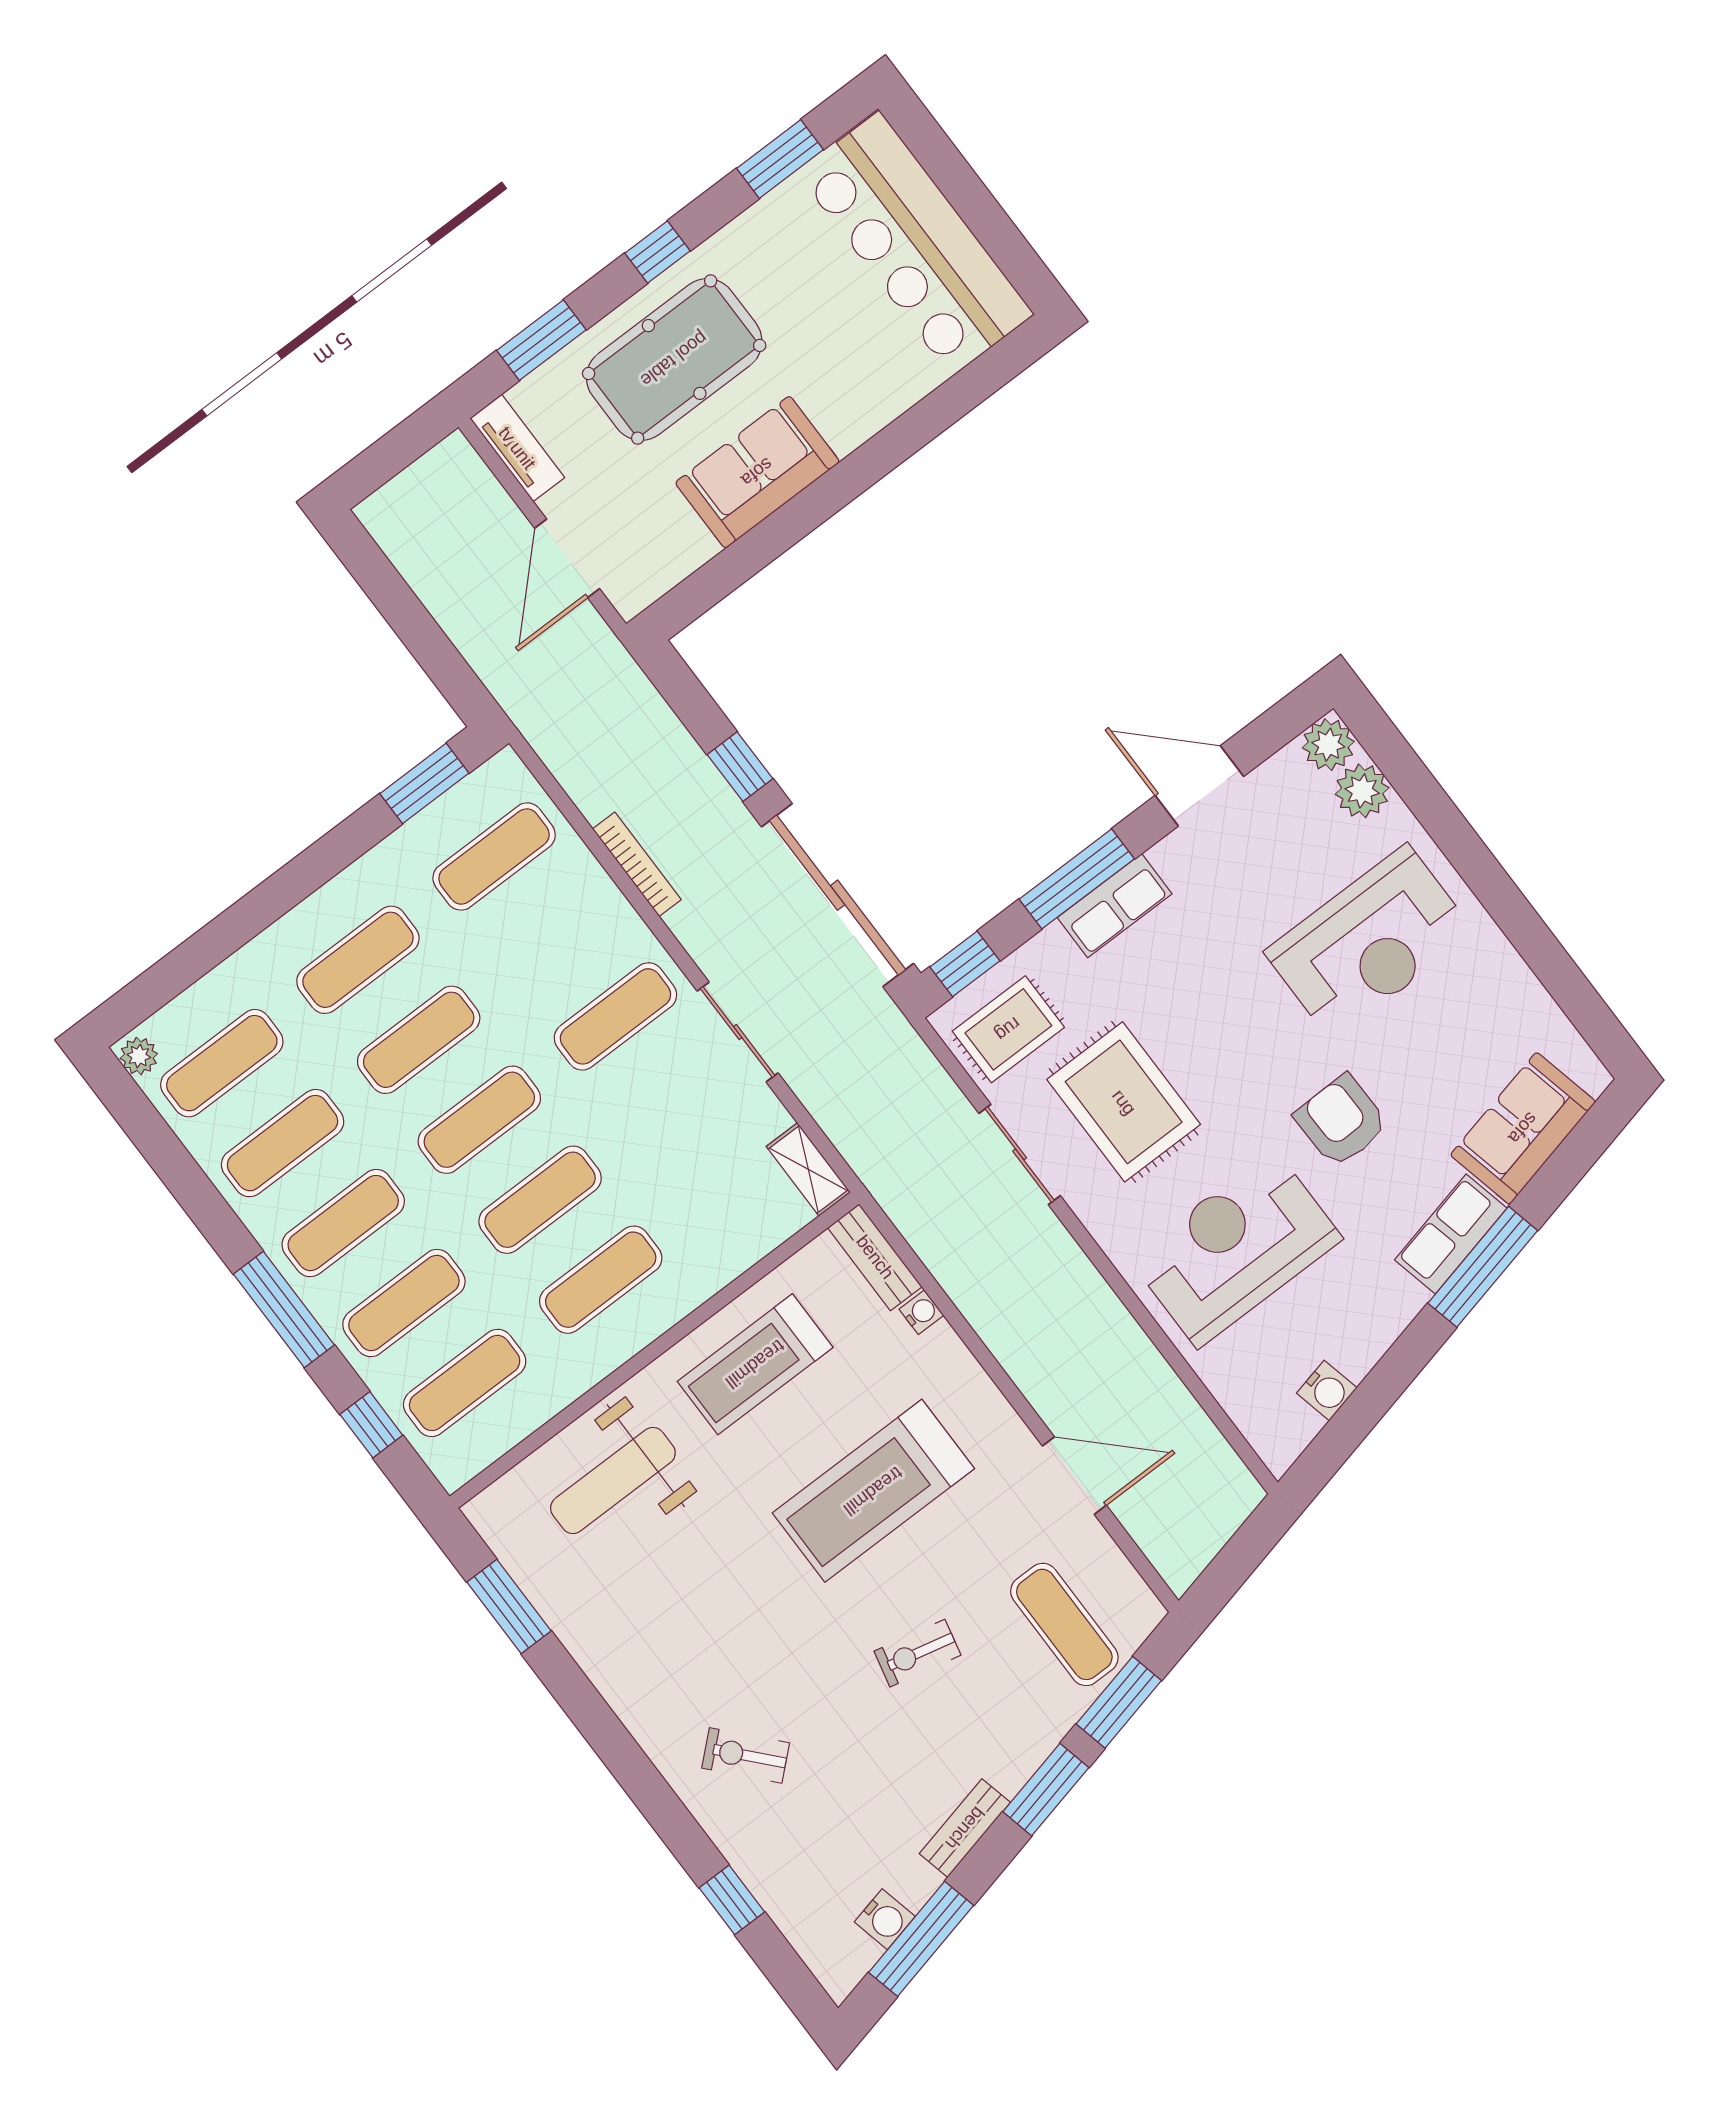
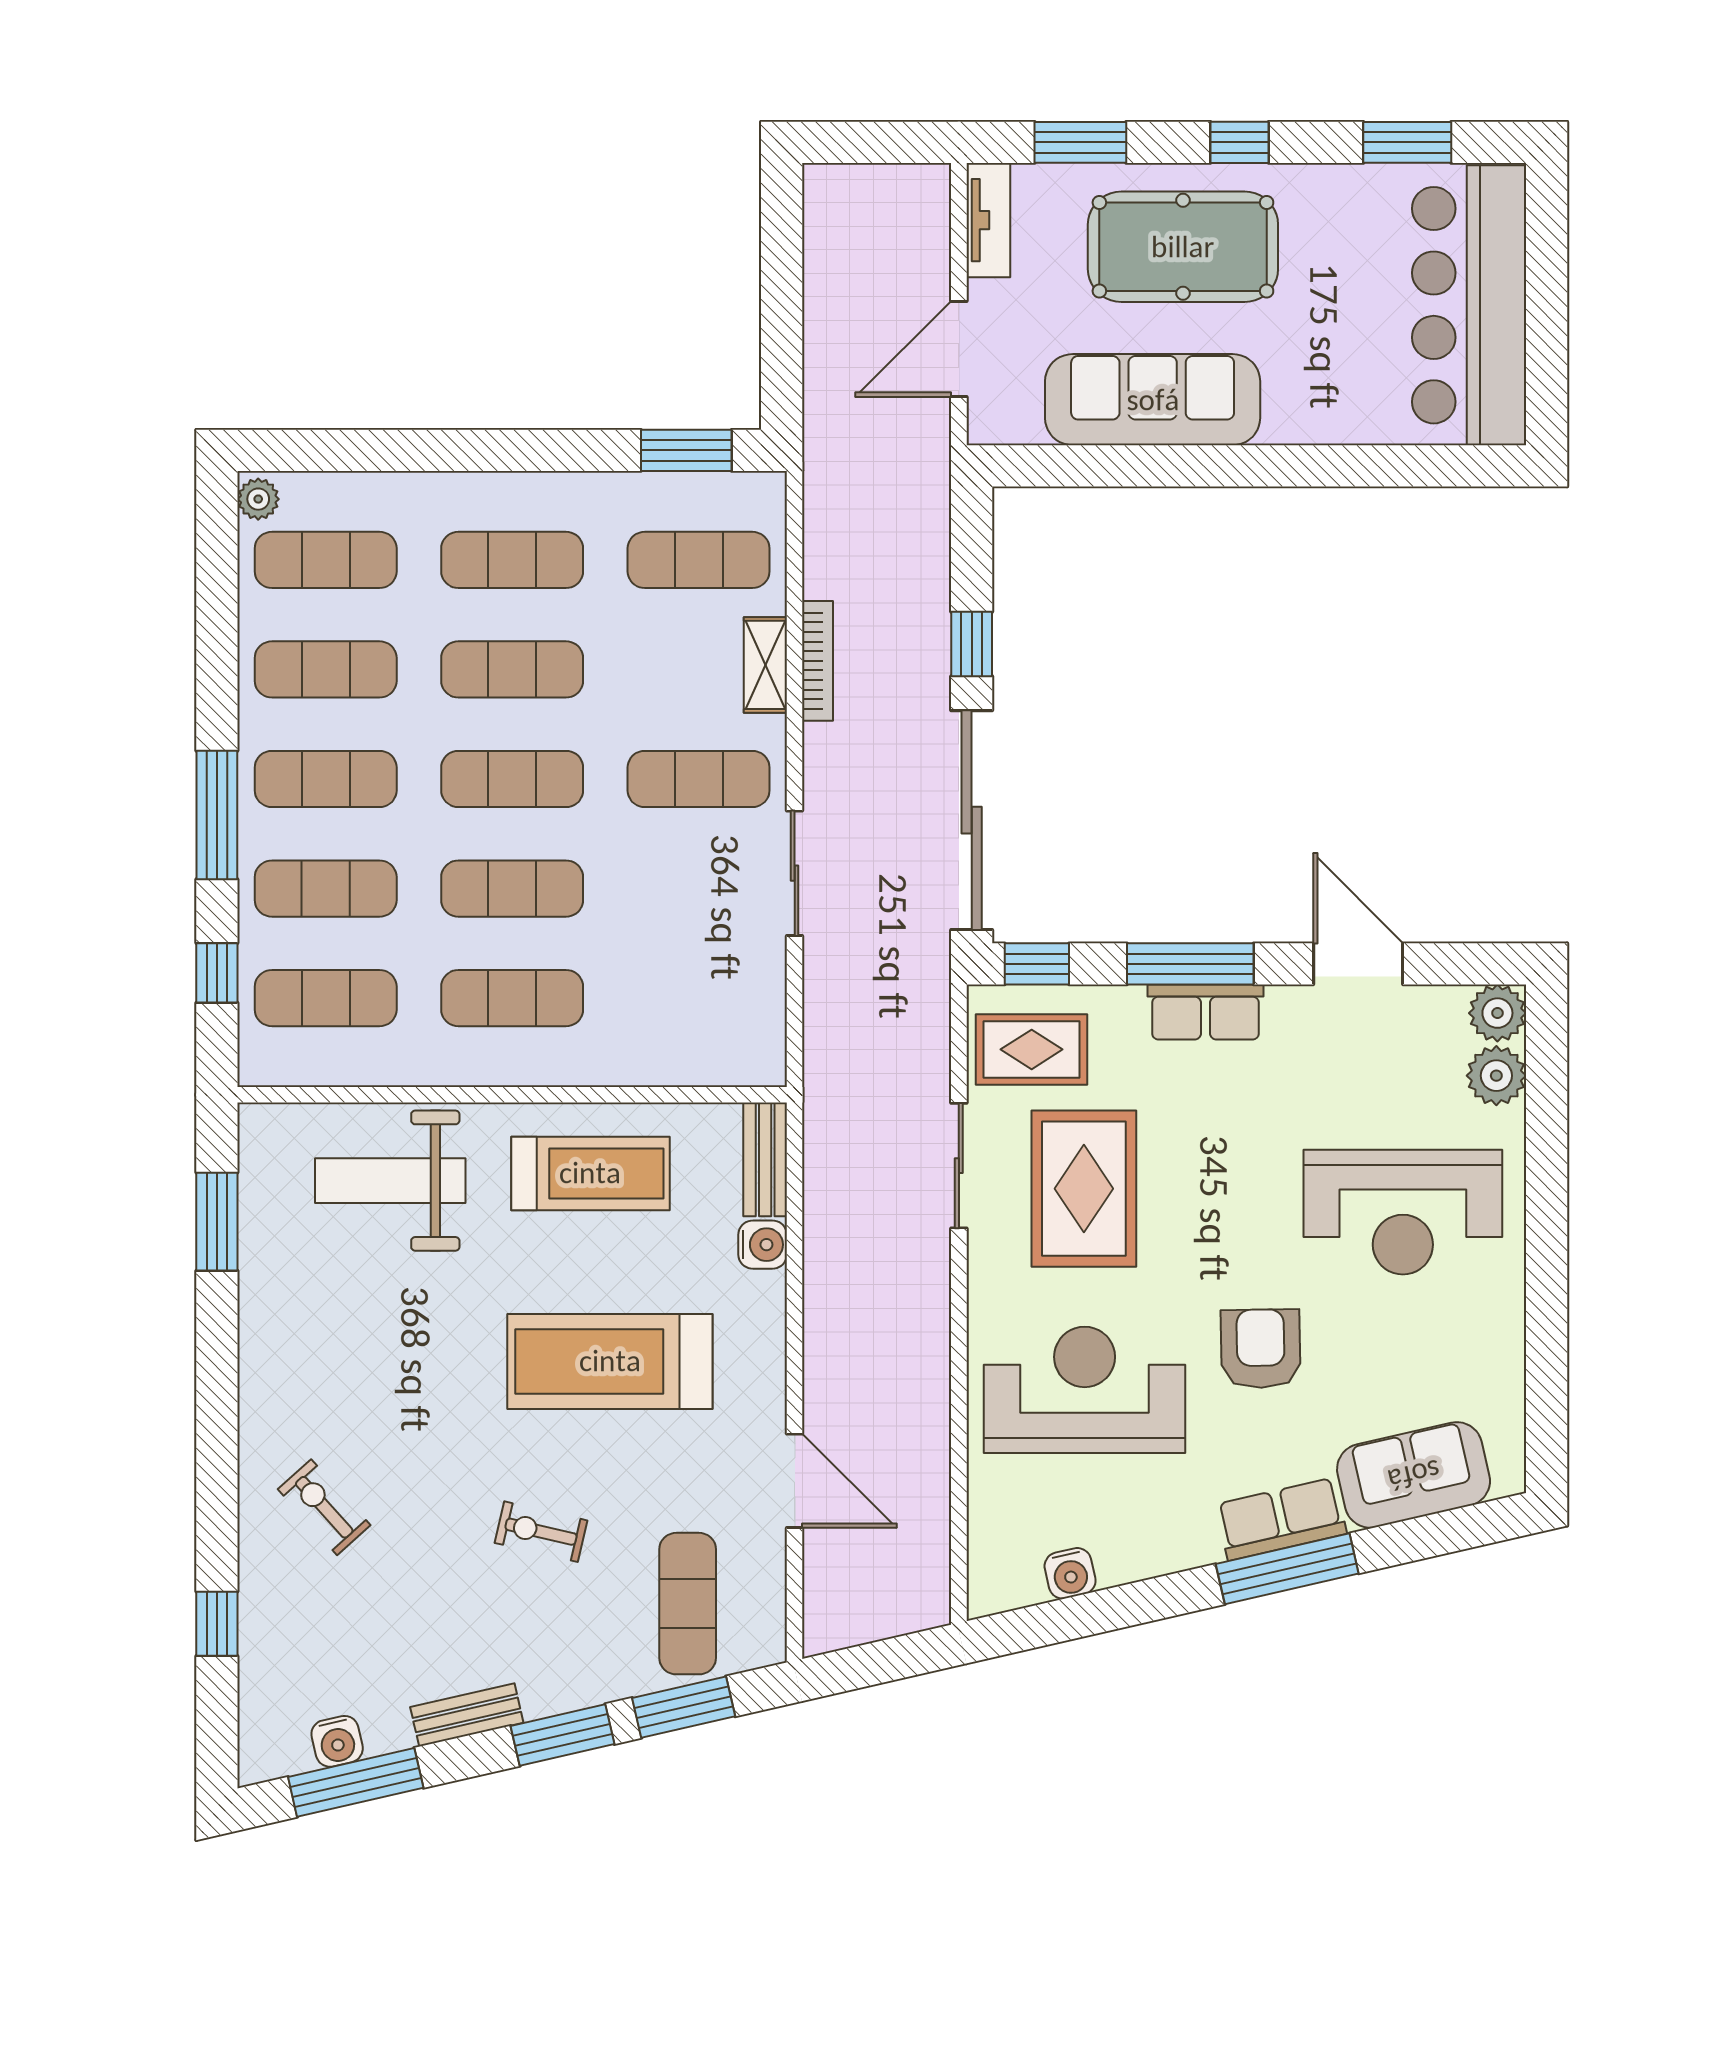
sofa: (757, 472) -> (1153, 400), width x1.36
shelving: (808, 1169) -> (765, 665), moved
water cooler: (921, 1312) -> (763, 1245), width x1.38, depth x1.38
treadmill: (755, 1364) -> (590, 1173), turned 180

